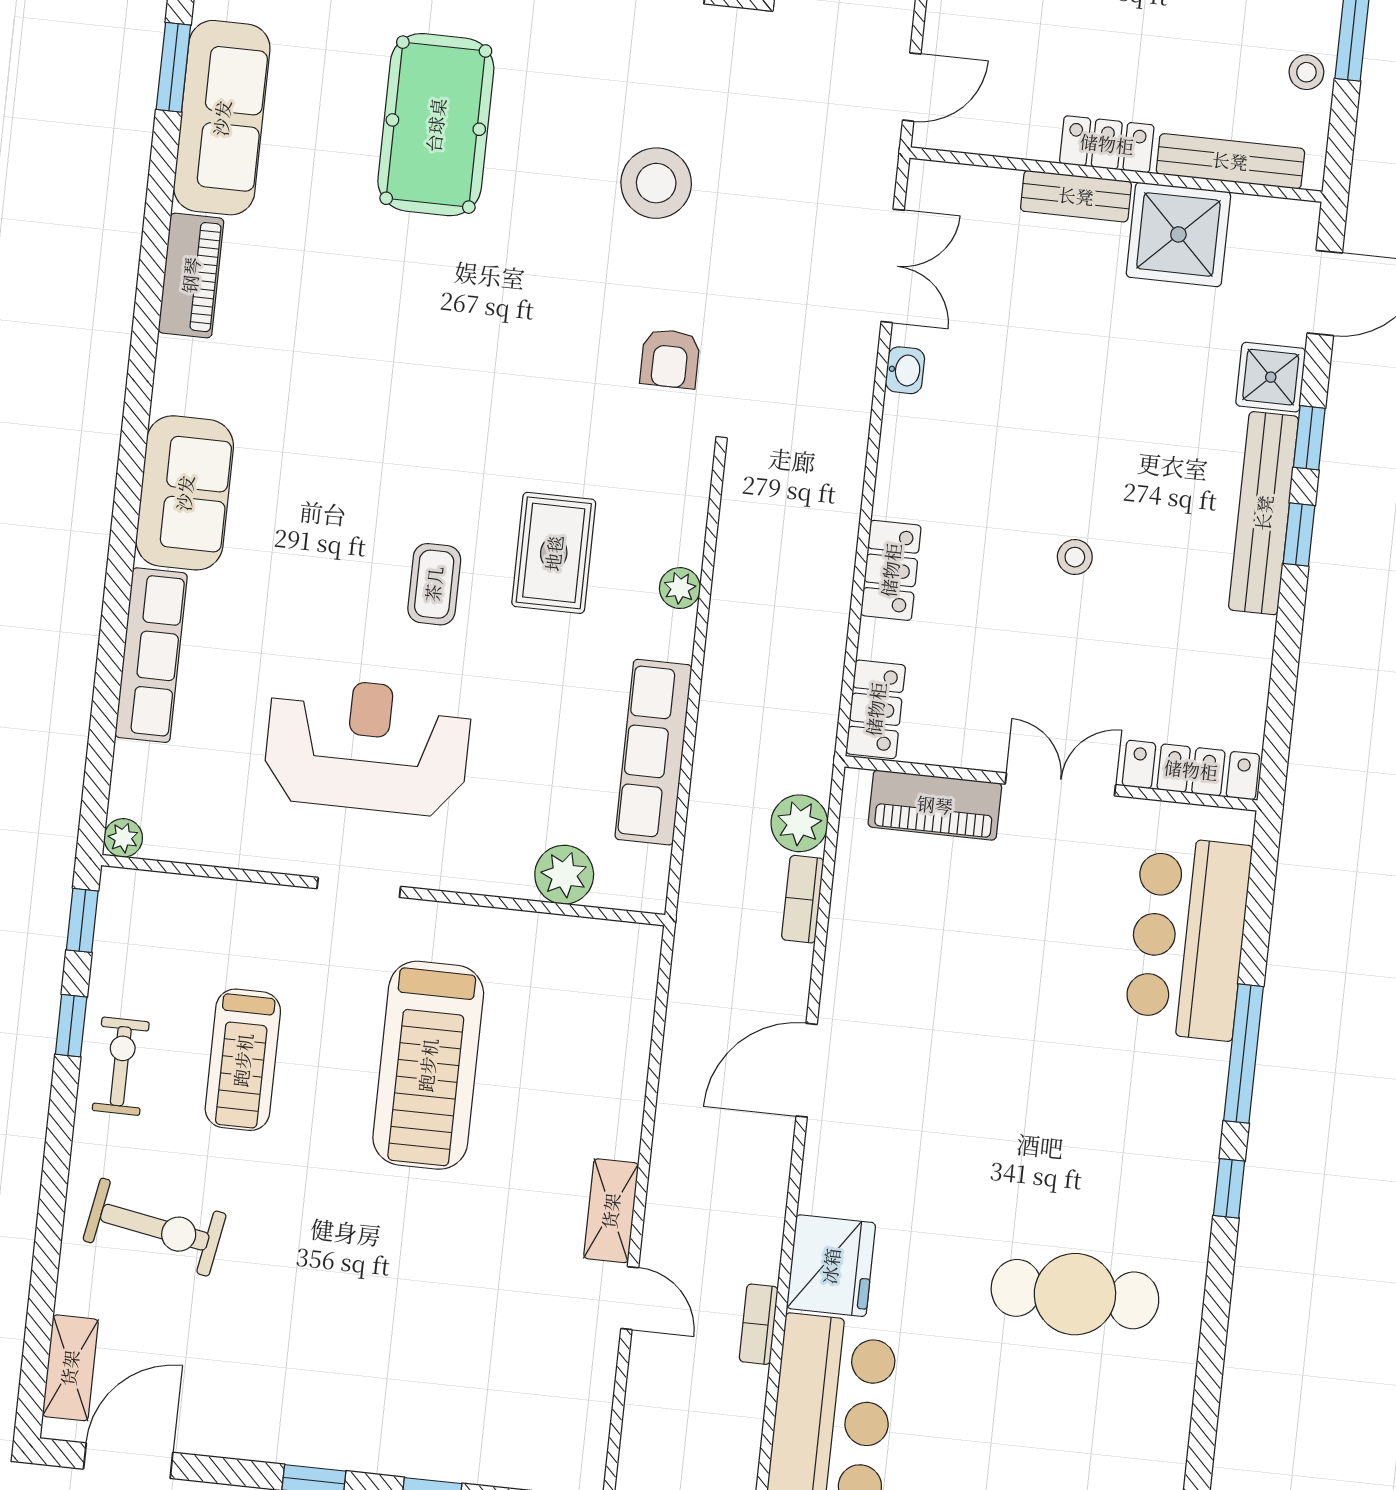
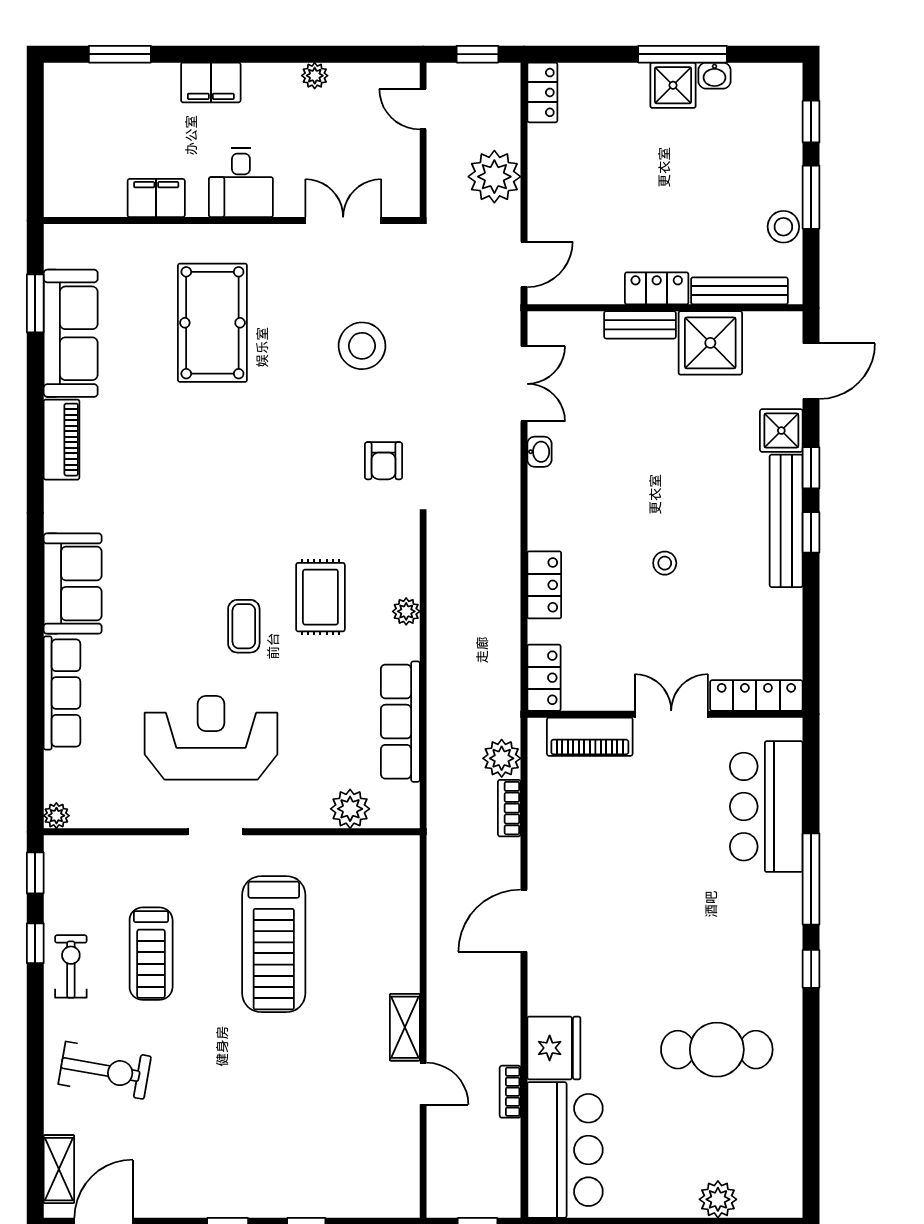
stool: (1306, 72) -> (783, 227), width x1.37, depth x1.37

